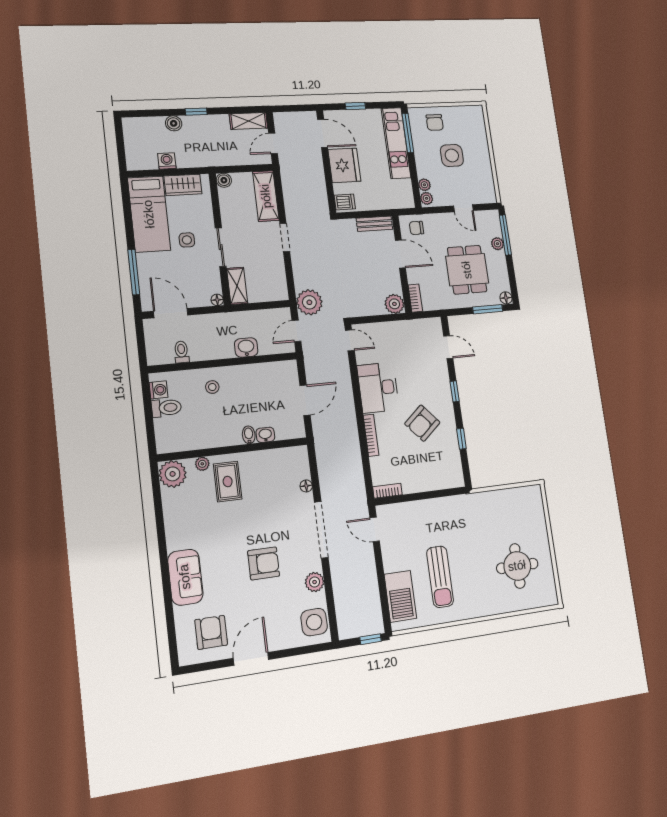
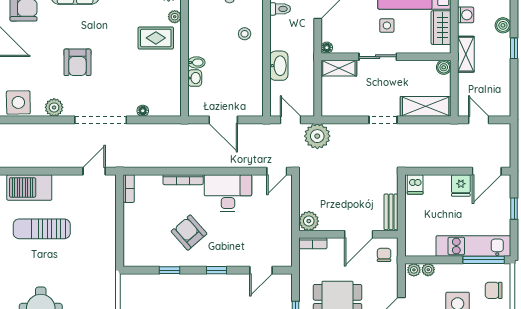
shelving: (249, 121) -> (466, 54), moved
fridge: (344, 165) -> (461, 185), width x0.53, depth x0.75
washbasin: (246, 347) -> (279, 66), width x1.38

